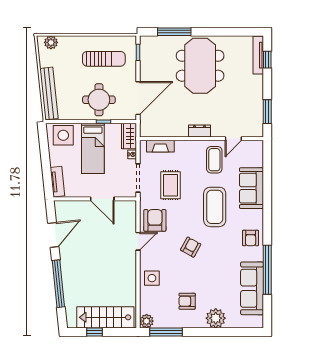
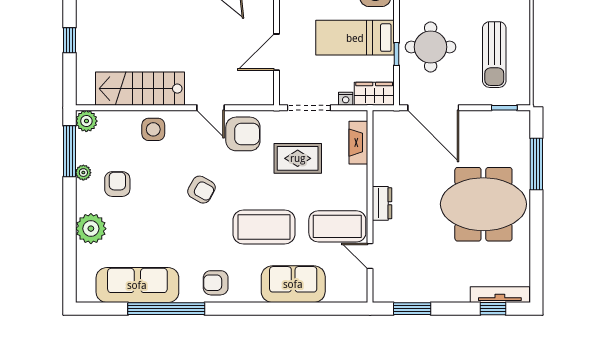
coffee table: (214, 160) -> (337, 226), width x1.36, depth x1.32
stairs: (105, 317) -> (140, 89), moved, turned -90
plant: (180, 323) -> (83, 173), added

